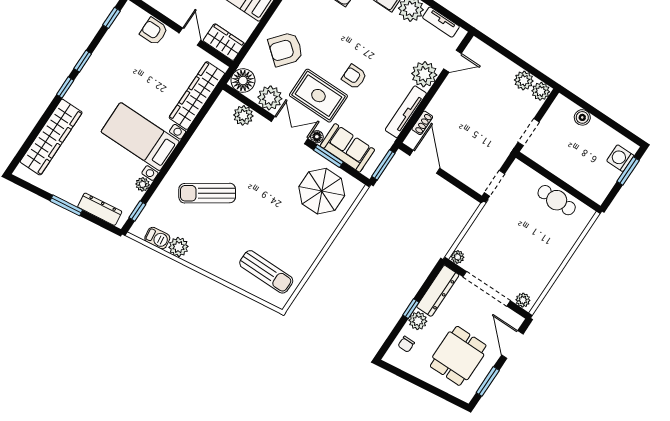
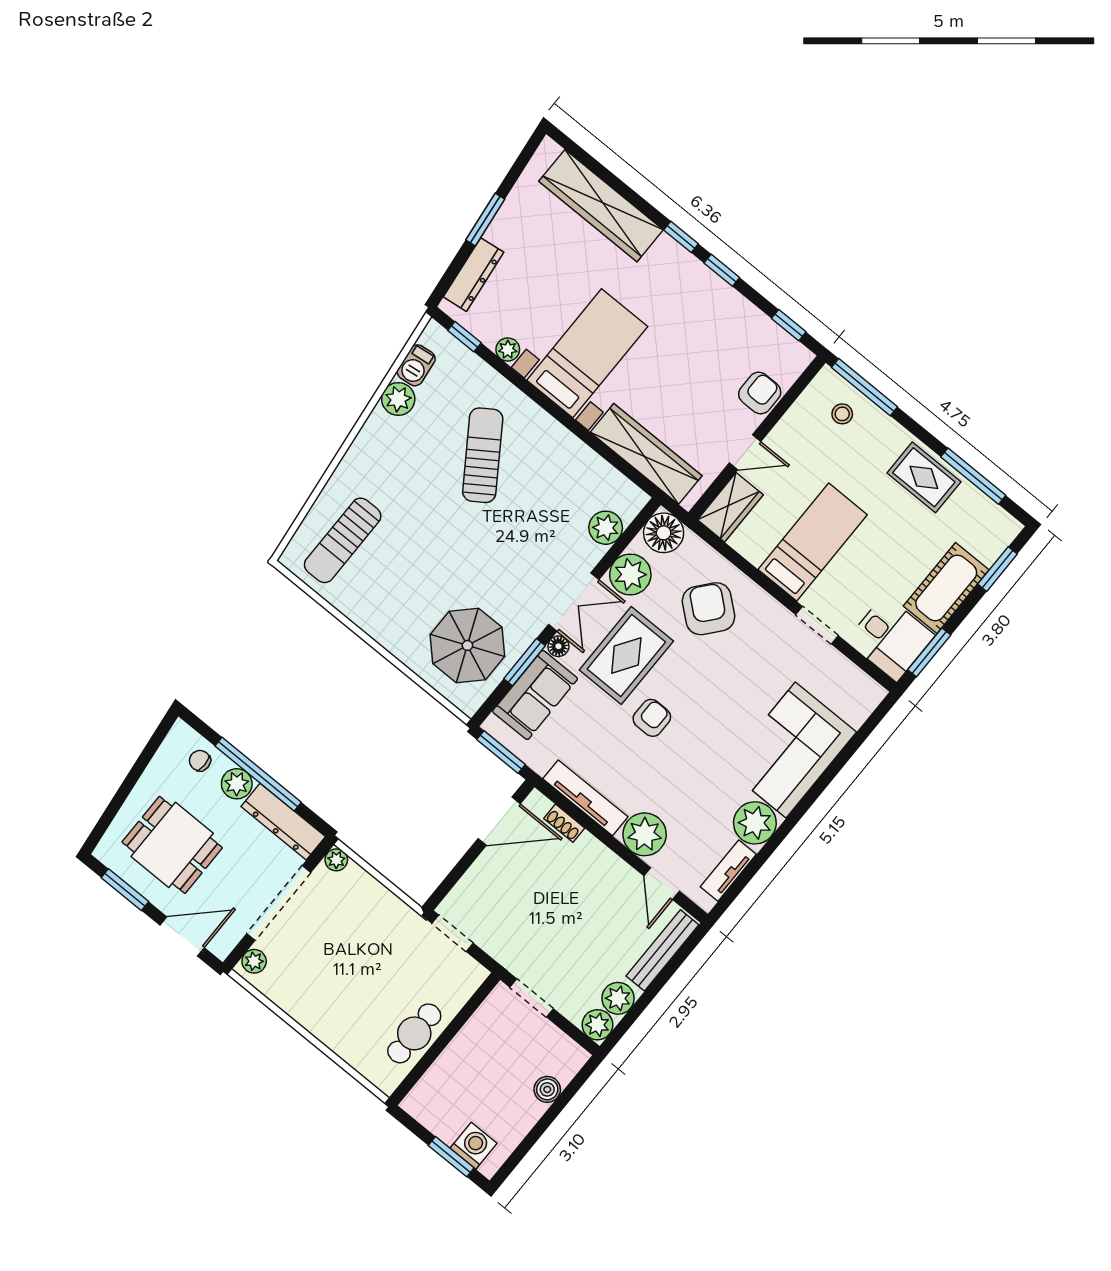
bench: (492, 57) -> (662, 950), added
window: (411, 309) -> (258, 774), width x3.17

